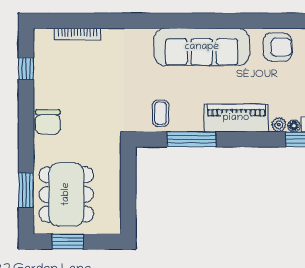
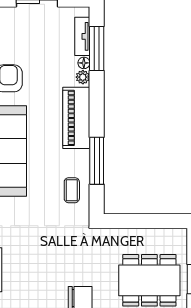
coffee table: (161, 113) -> (72, 190), turned 90

